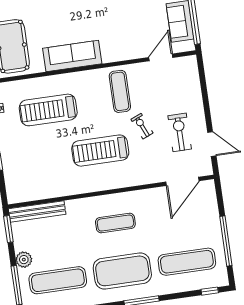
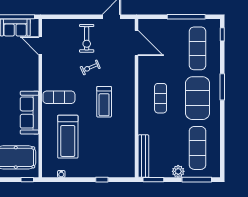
exercise mat: (120, 91) -> (59, 97), moved
exercise bike: (180, 132) -> (87, 38), moved, turned -90
treadmill: (100, 151) -> (104, 102), width x0.73, depth x0.73

